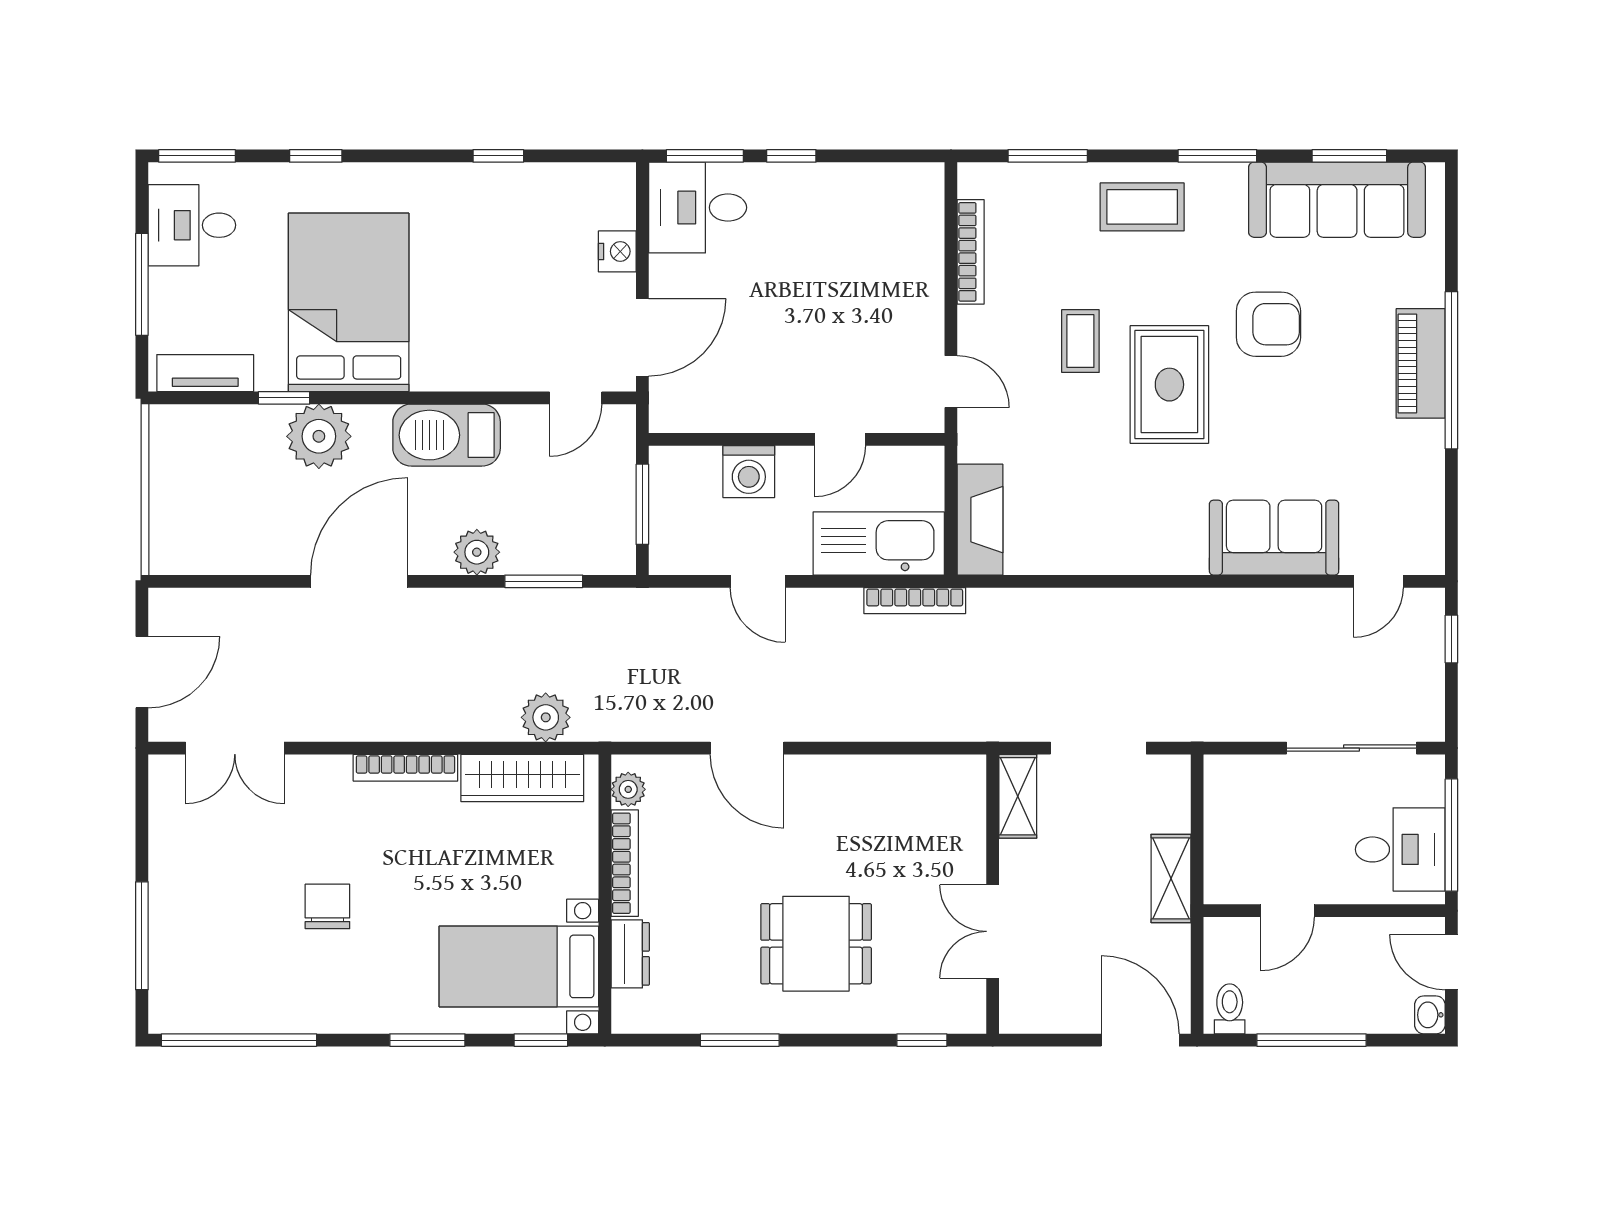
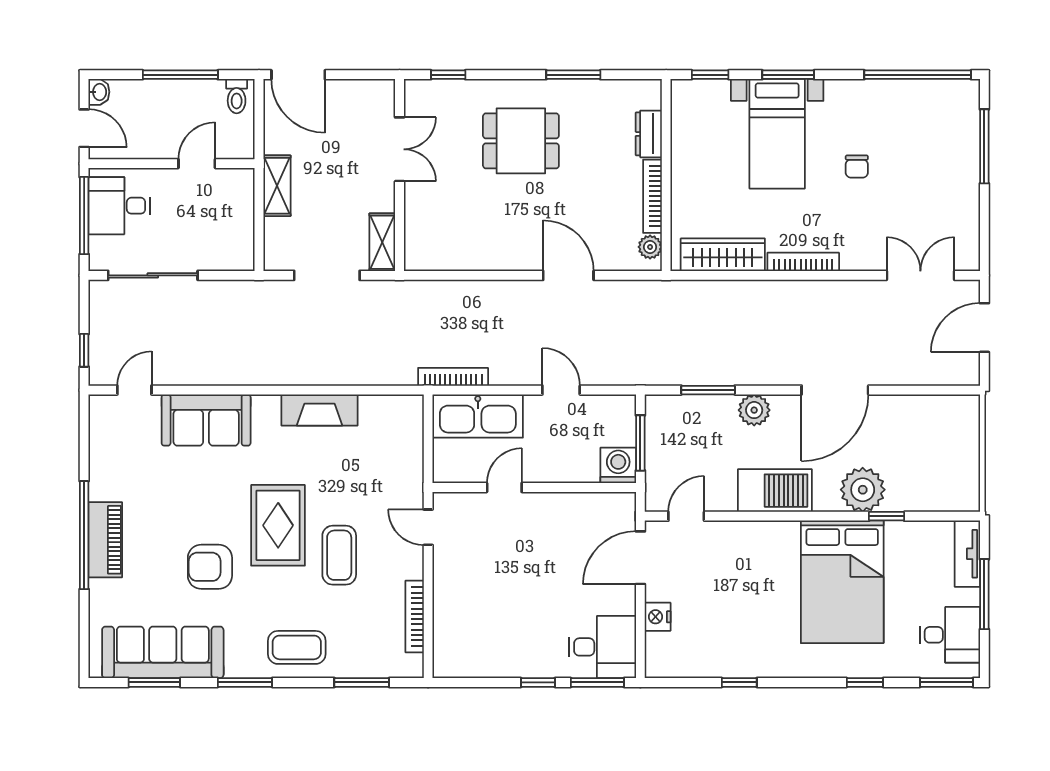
coffee table: (1080, 341) -> (339, 555), width x1.36, depth x1.30
tv unit: (205, 373) -> (967, 554), moved, turned 90
washing machine: (749, 472) -> (618, 465), moved
fireplace: (980, 520) -> (320, 410), moved, turned -90
plant: (546, 717) -> (707, 296), removed
chair: (327, 906) -> (857, 167), width x0.73, depth x0.73
bed with nightstands: (519, 966) -> (777, 134), moved, turned 90

